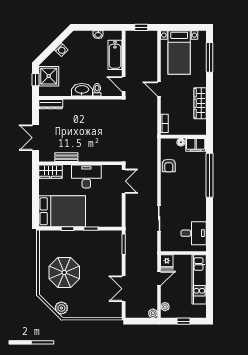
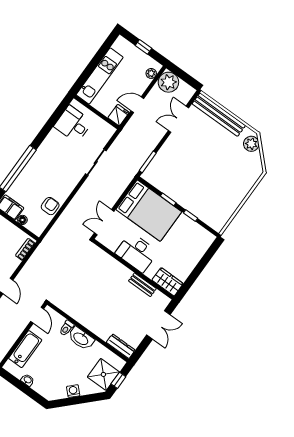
bed: (62, 211) -> (149, 211), moved, turned 180
parasol: (64, 273) -> (224, 176), removed
double door: (124, 289) -> (178, 119), swing flipped
bench: (98, 312) -> (219, 115), added
plant: (153, 313) -> (168, 82), width x1.88, depth x1.88

